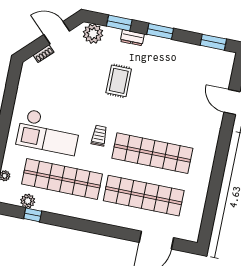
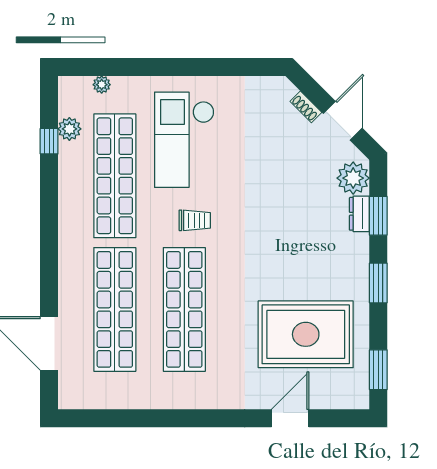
dresser: (132, 38) -> (359, 214), moved
rug: (119, 81) -> (306, 334), moved, width x1.86, depth x2.06

